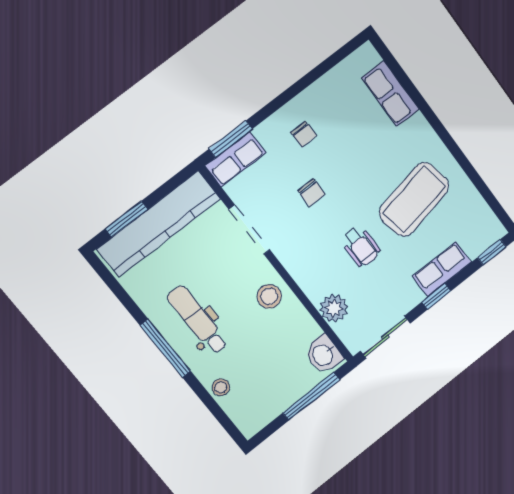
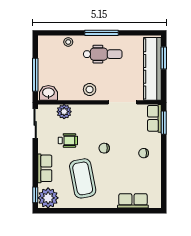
chair: (311, 193) -> (104, 148), moved
plant: (482, 229) -> (48, 198), added
wheelchair: (361, 246) -> (68, 140), moved, turned 180
window: (436, 297) -> (35, 157), removed

